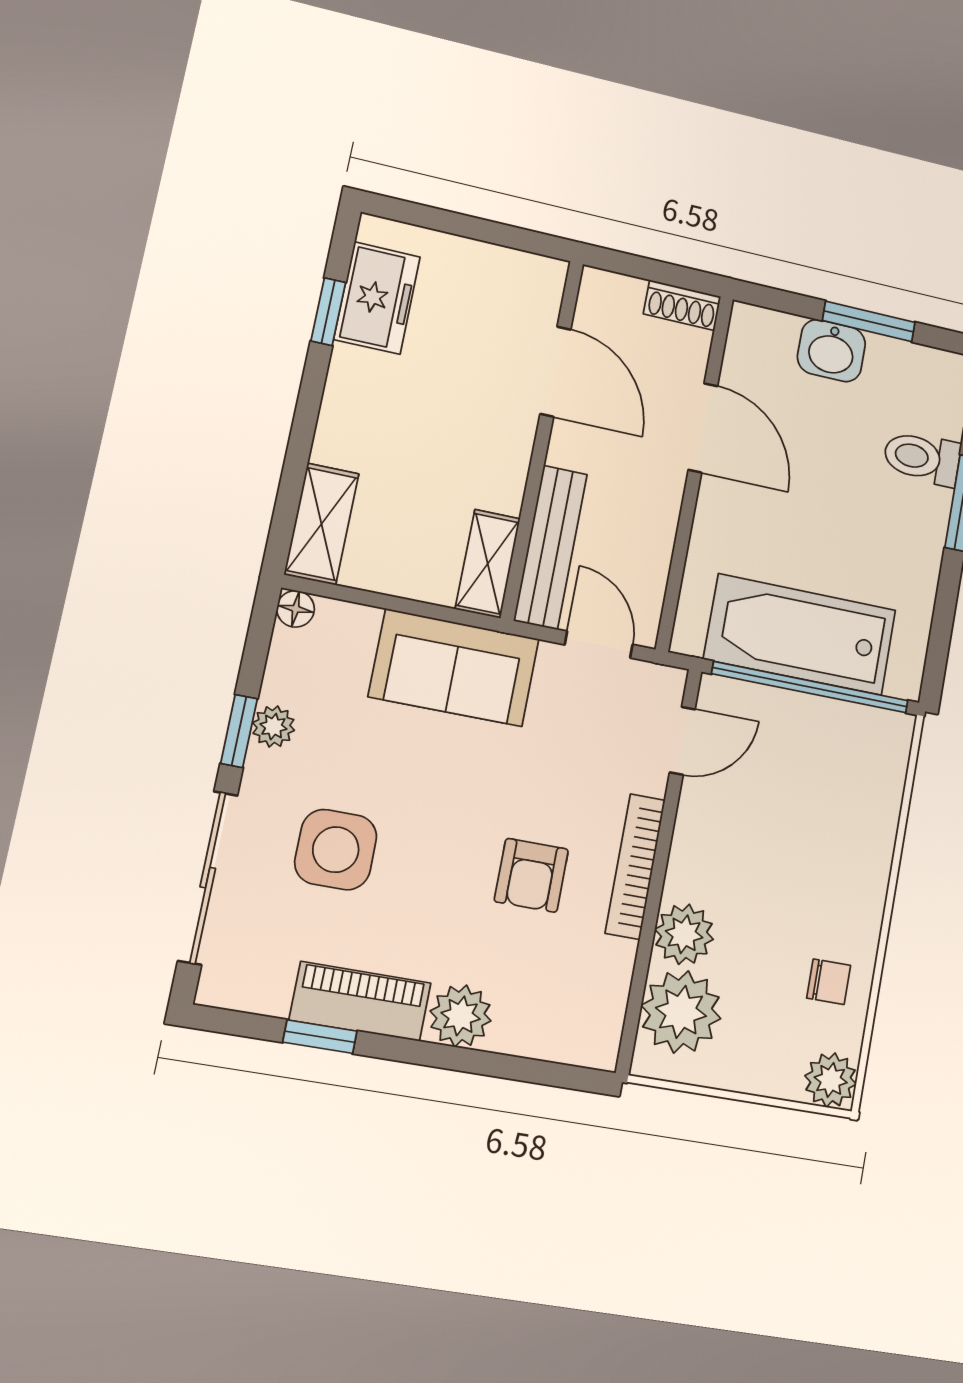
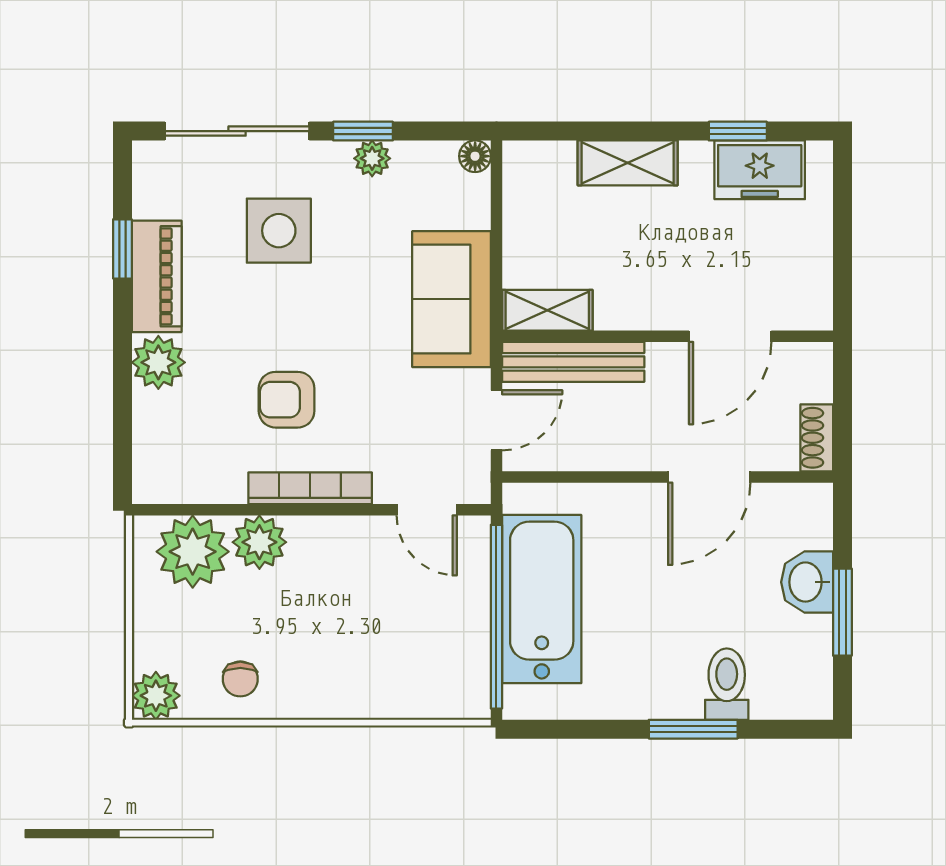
shelving: (321, 524) -> (628, 163), moved

